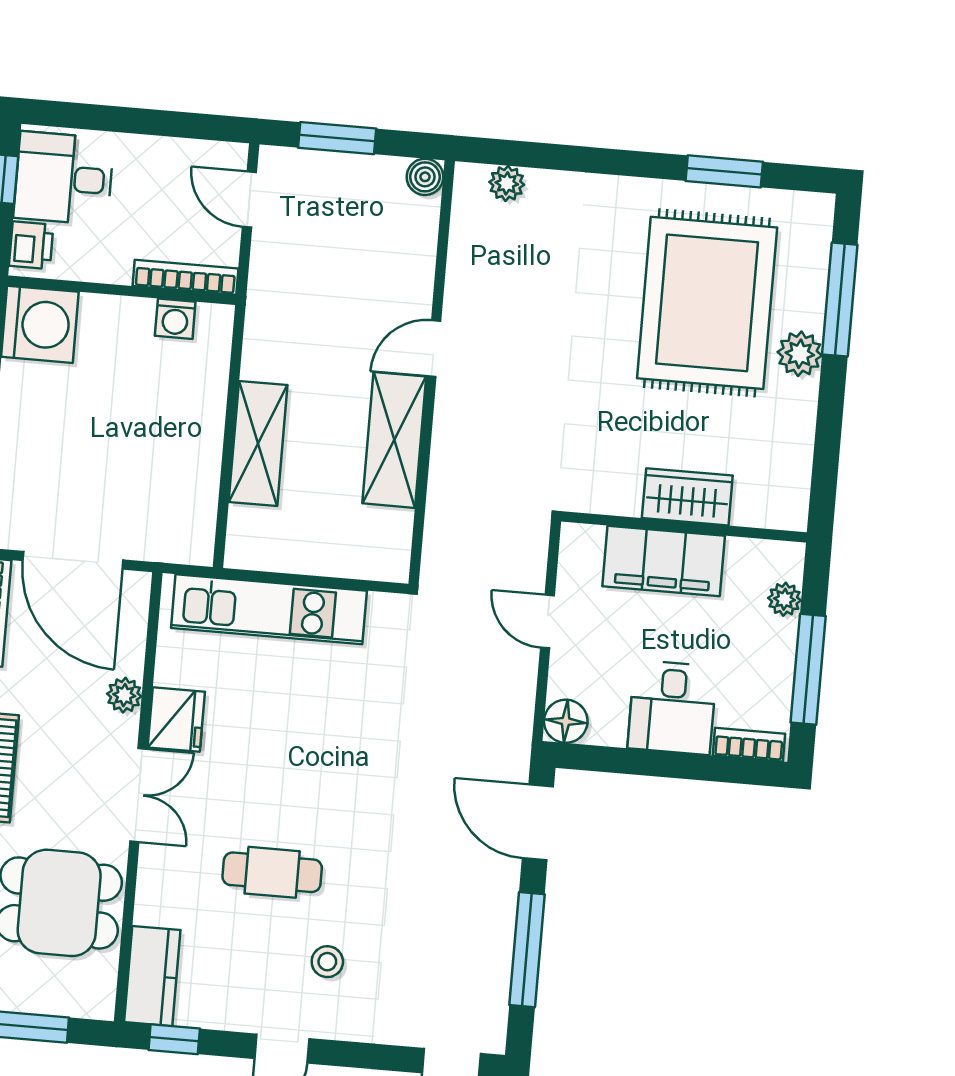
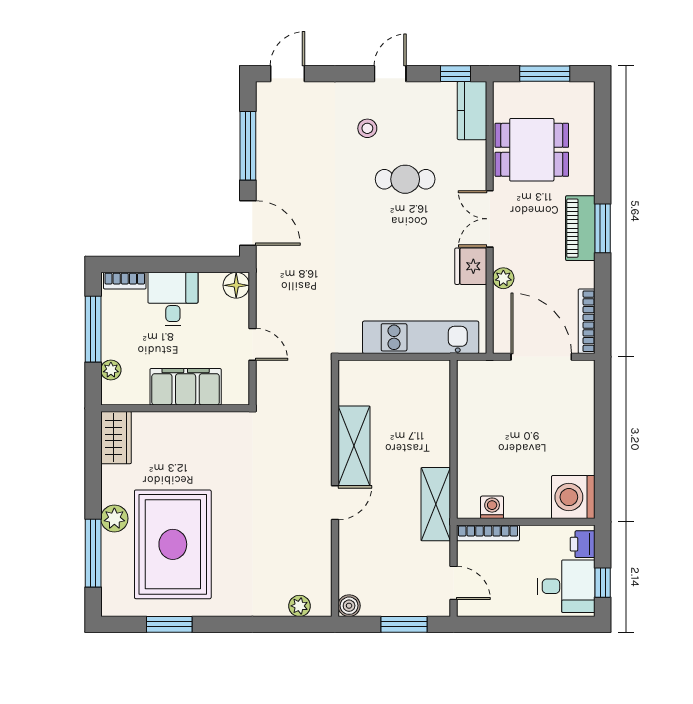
shelving: (258, 443) -> (436, 504), moved
wardrobe: (687, 497) -> (116, 438), moved, turned -90

